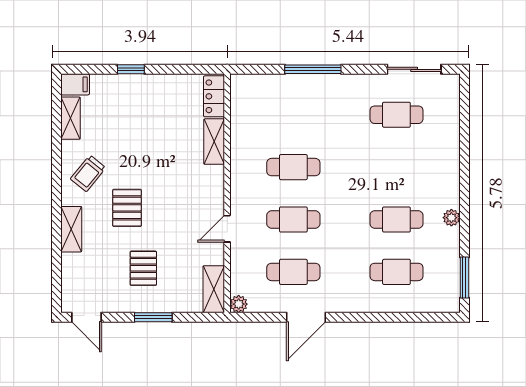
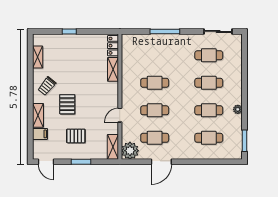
filing cabinet: (75, 84) -> (40, 134), moved
cafe table: (396, 167) -> (209, 83), added
pallet: (143, 268) -> (76, 136), turned 90
plant: (239, 304) -> (130, 151), width x1.87, depth x1.87

